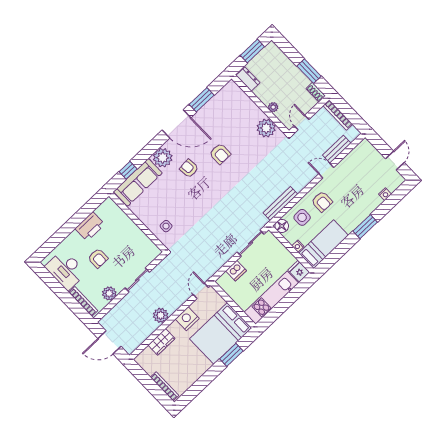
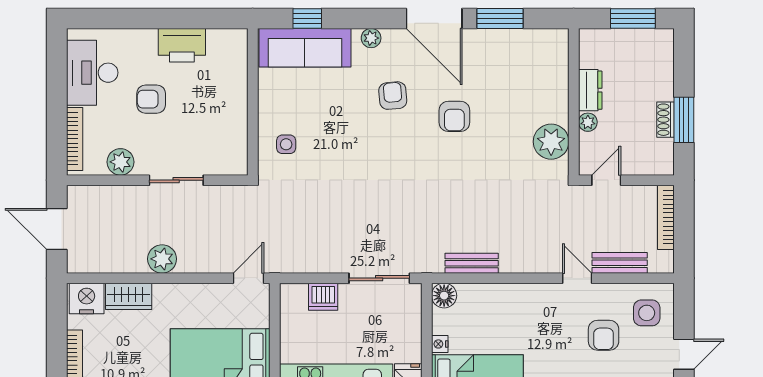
dresser: (248, 79) -> (590, 90), moved
shoe rack: (316, 92) -> (665, 120), moved
plant: (163, 158) -> (371, 38), width x0.53, depth x0.53
armchair: (322, 202) -> (604, 335), moved
bench: (280, 204) -> (472, 263), width x0.73
side table: (302, 217) -> (647, 313), moved
armchair: (98, 258) -> (151, 99), turned 90
nightstand: (187, 319) -> (87, 298), moved

